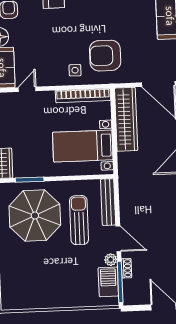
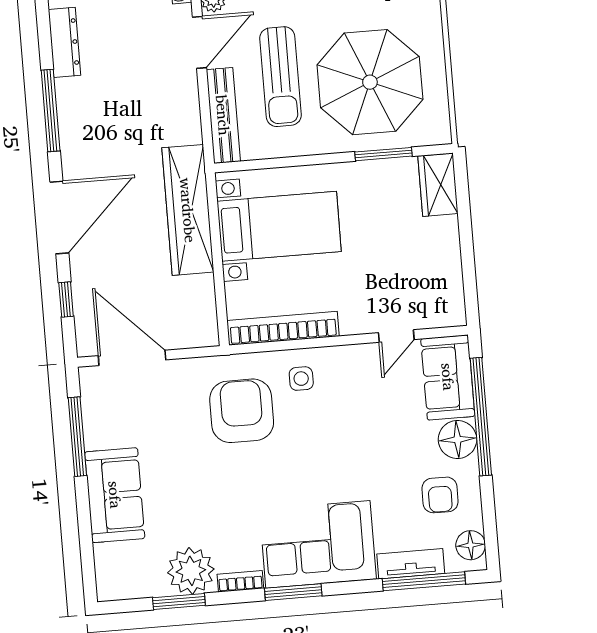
armchair: (105, 56) -> (242, 411), turned -90
wardrobe: (126, 119) -> (188, 210), moved
door: (118, 239) -> (199, 42), swing flipped

